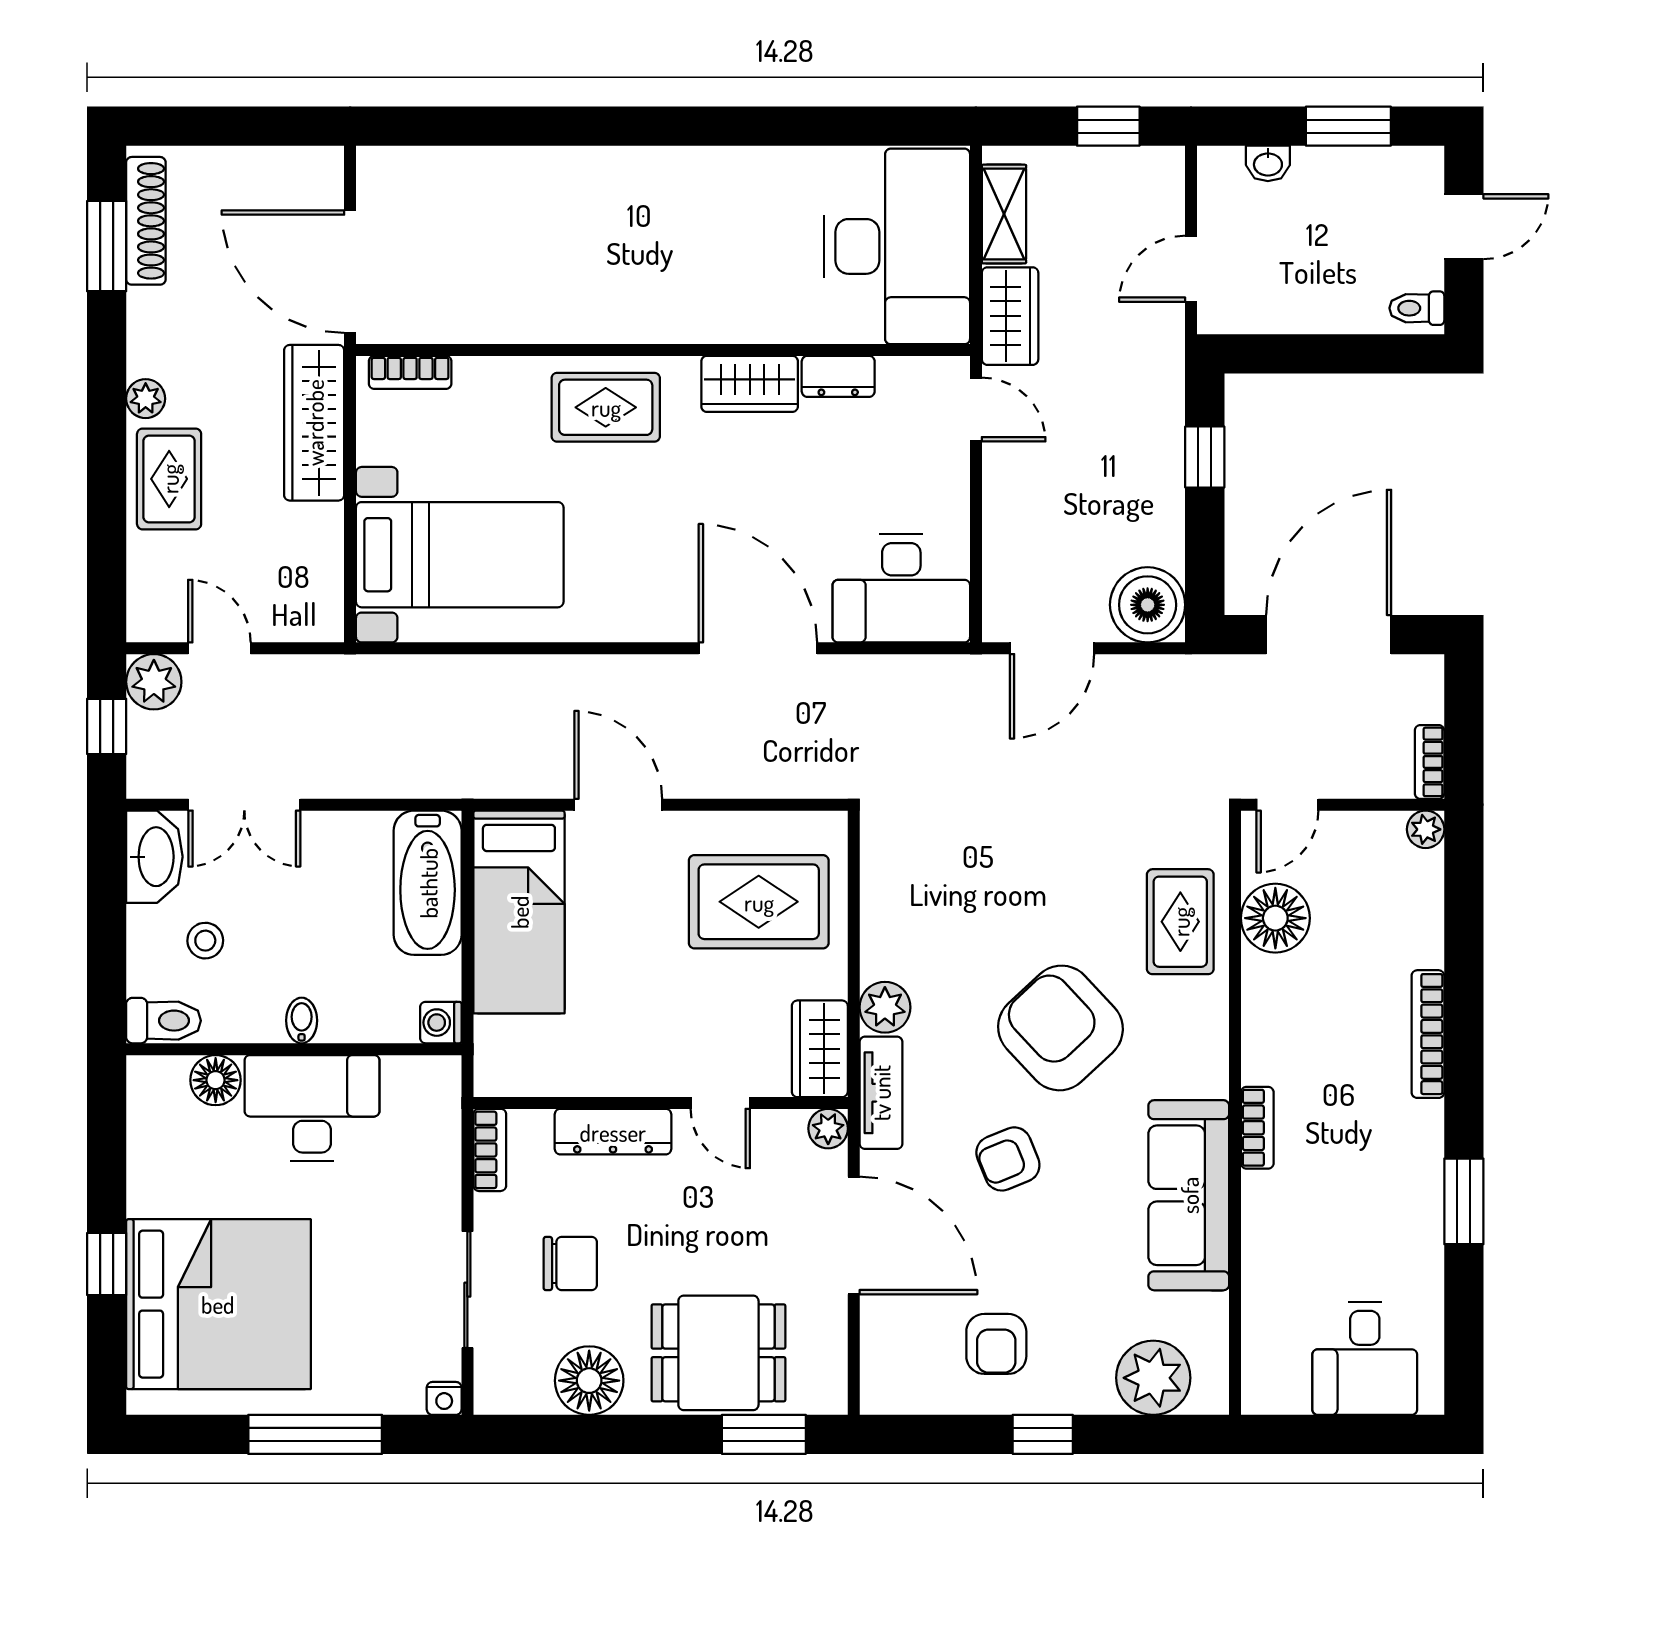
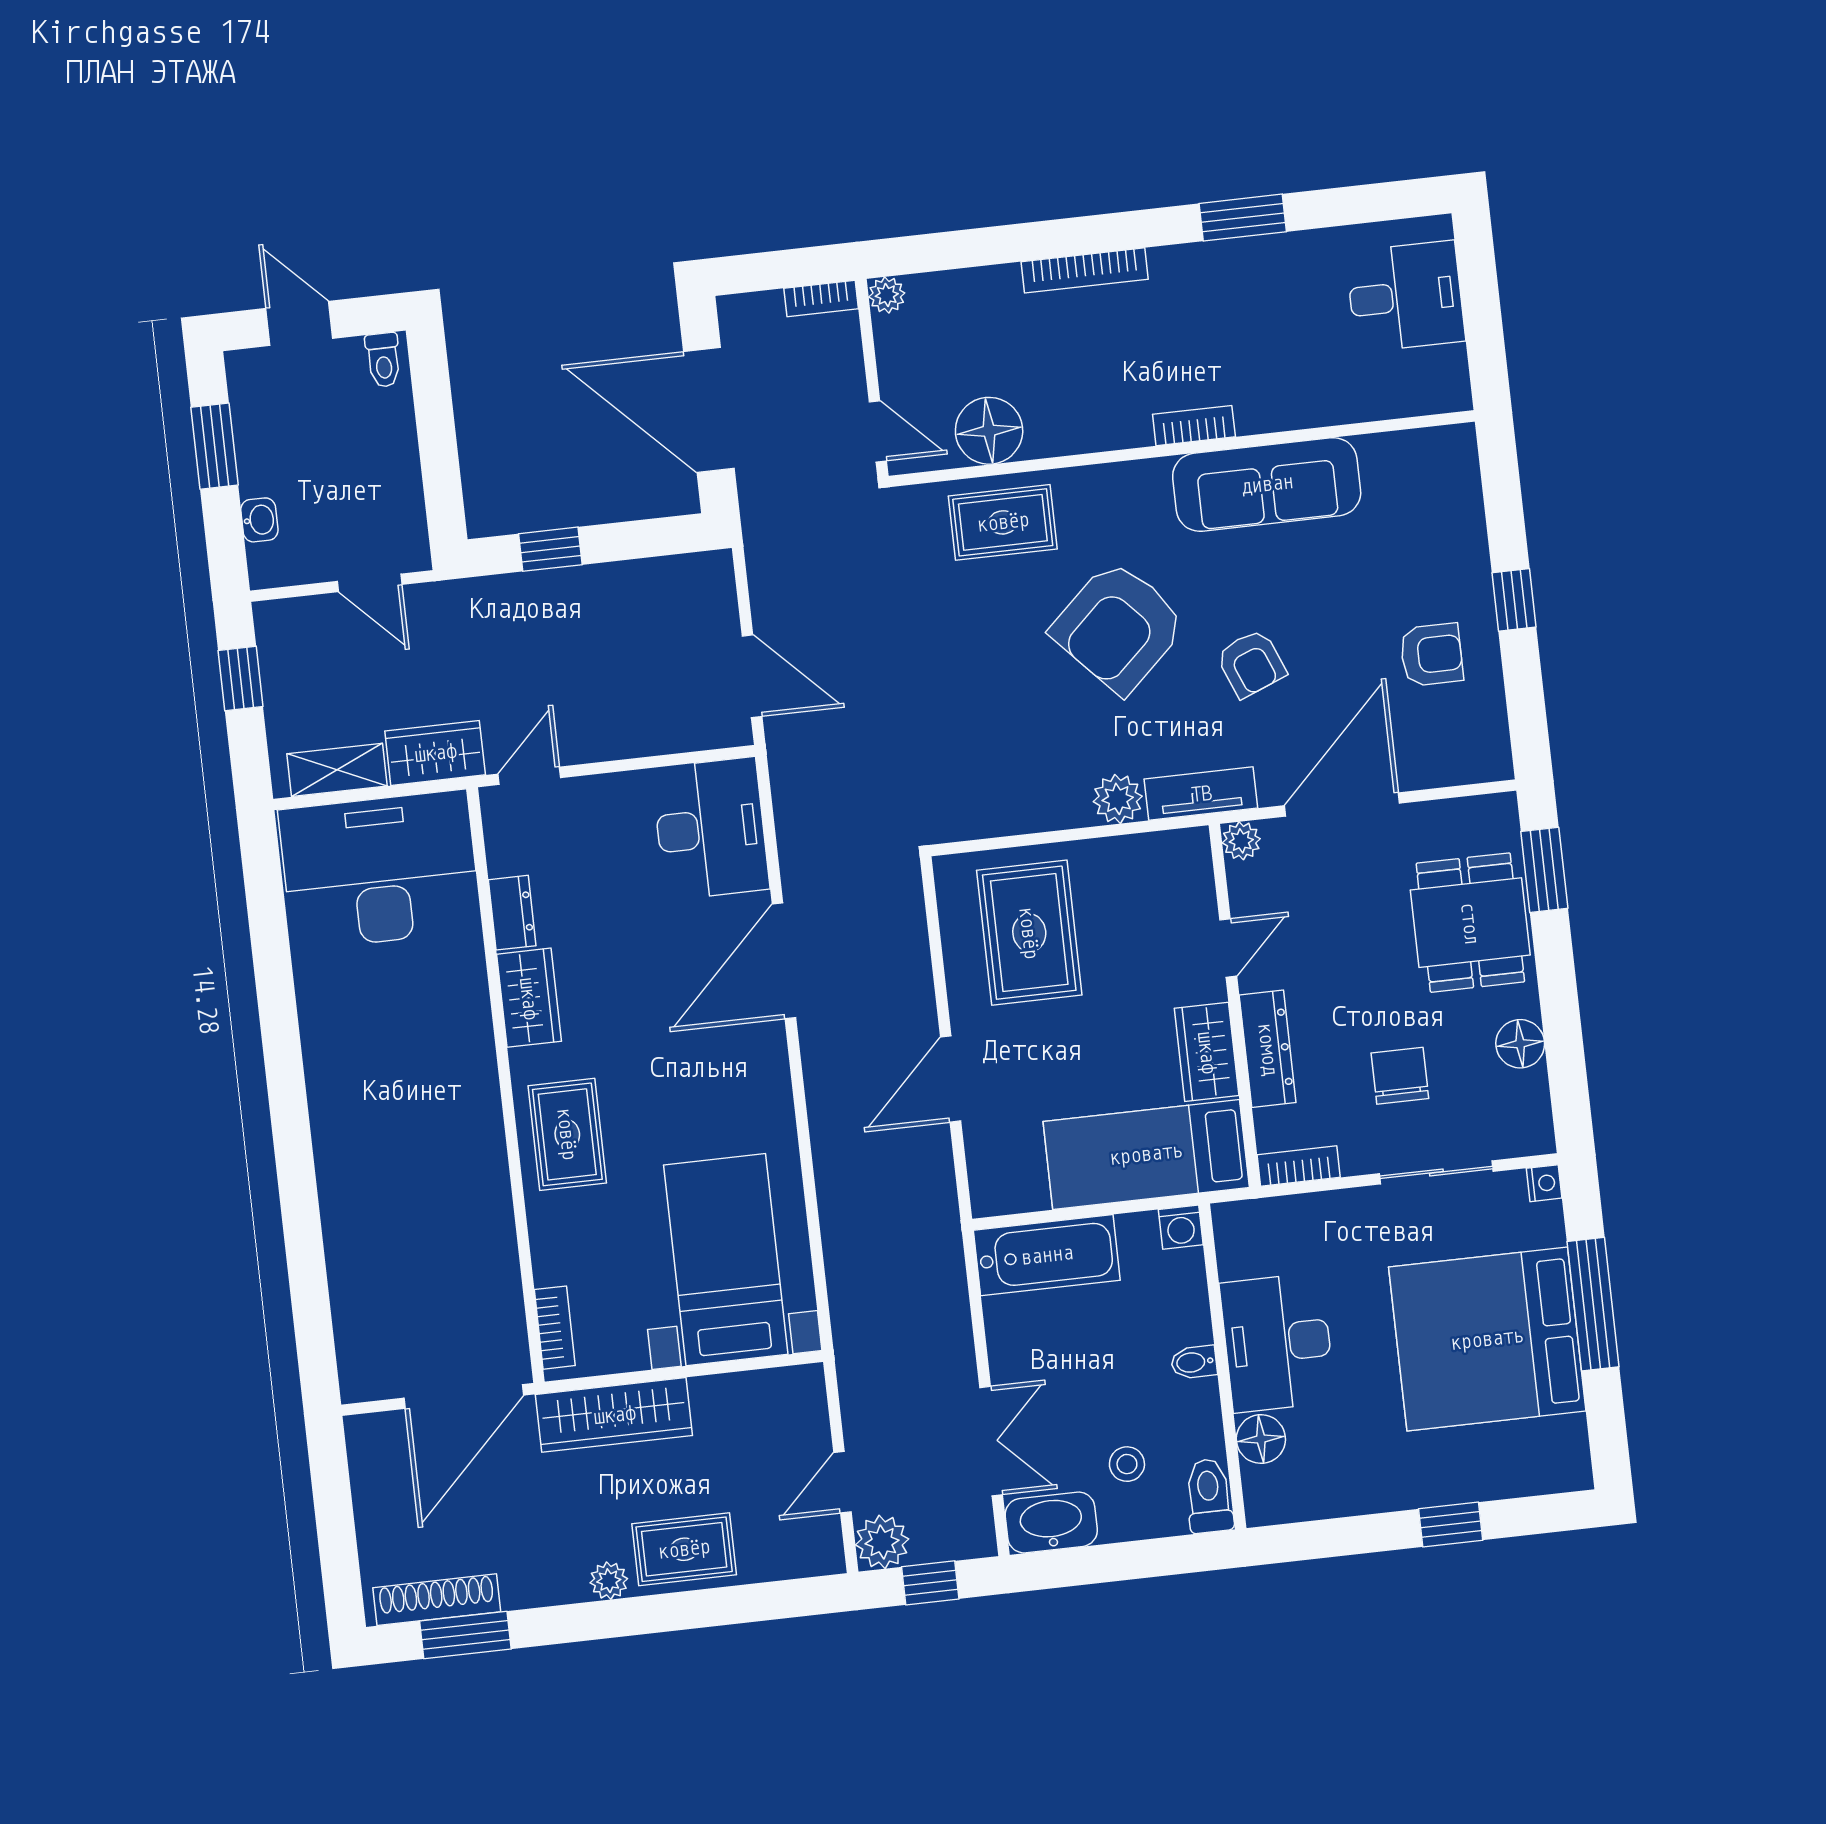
boiler: (1148, 605) -> (700, 588), removed
bed: (519, 912) -> (1146, 1154), moved, turned 180
wardrobe: (820, 1049) -> (1207, 1052), moved, turned 90
bed: (218, 1304) -> (1487, 1339), moved, turned -90
plant: (1153, 1378) -> (1447, 499), removed
floor lamp: (589, 1381) -> (1520, 1044), width x0.73, depth x0.73

